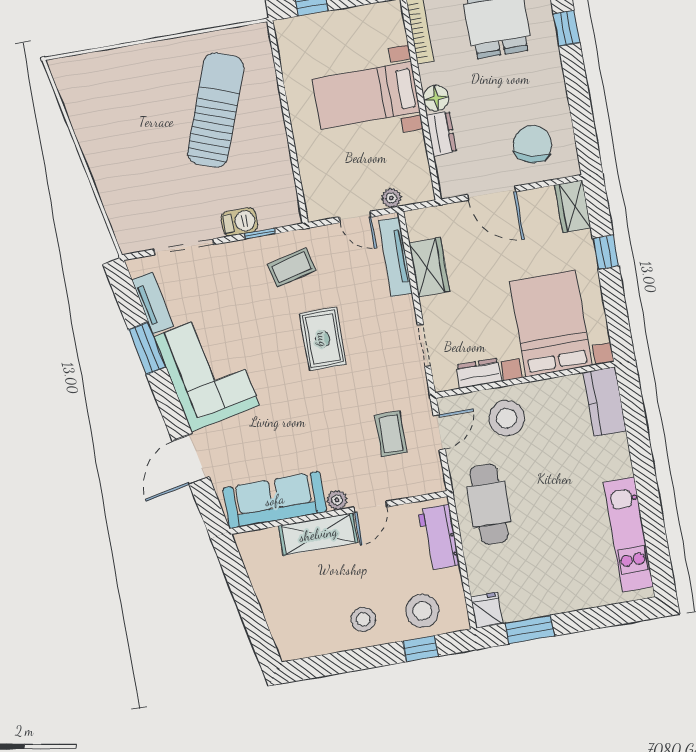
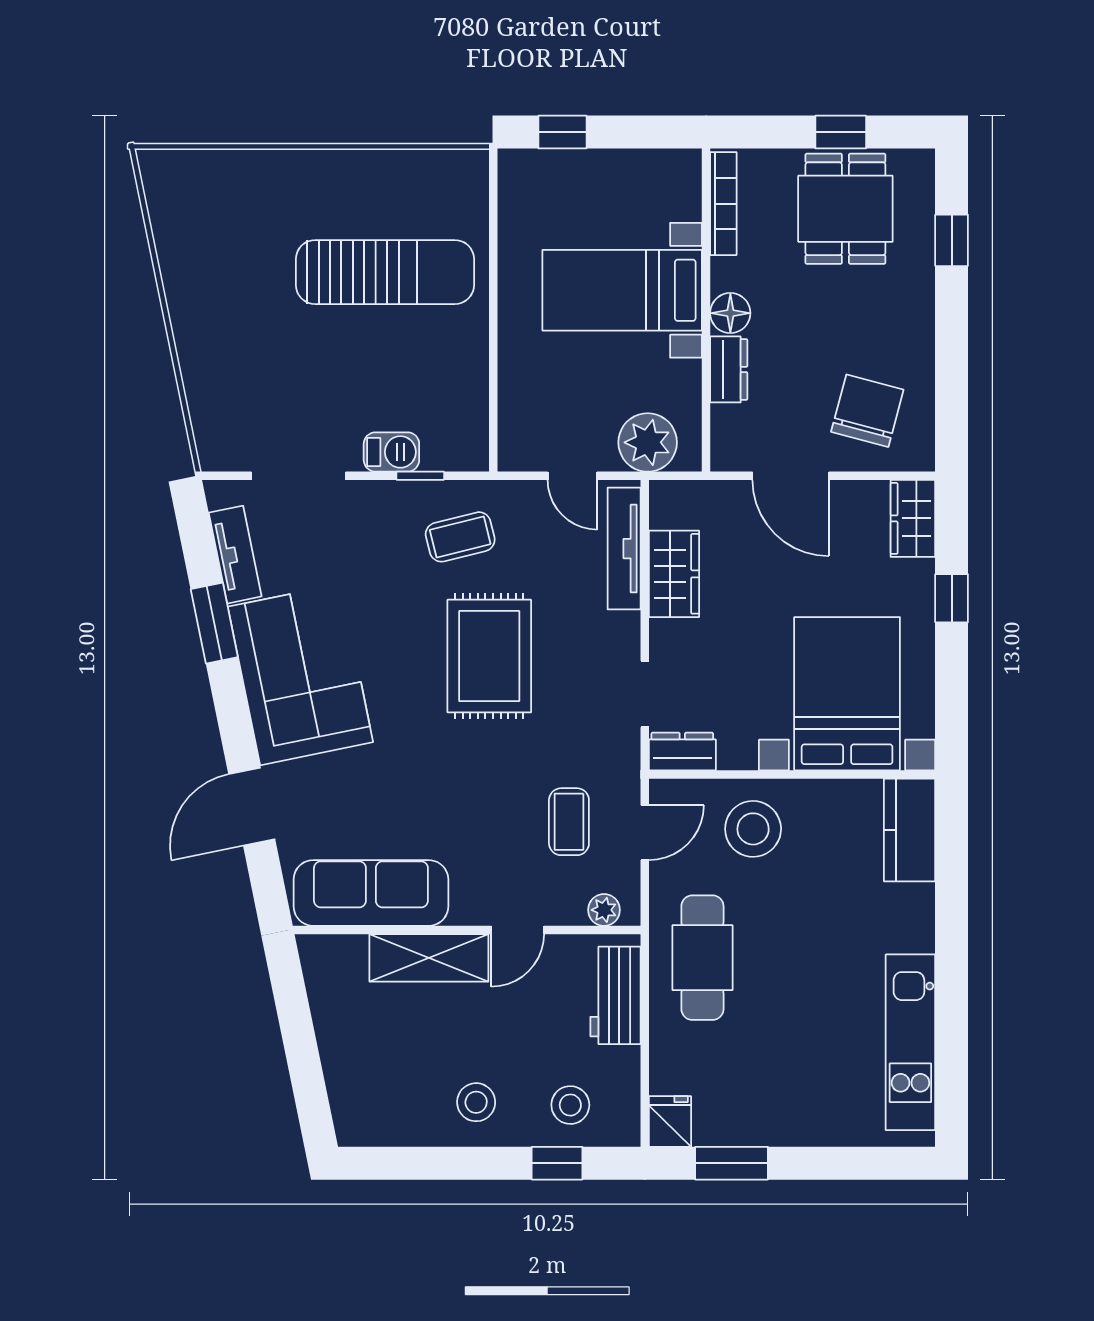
sun lounger: (216, 110) -> (385, 272), turned 70
plant: (391, 198) -> (648, 442), width x1.88, depth x1.88
rug: (323, 339) -> (489, 656), width x1.36, depth x1.43
dresser: (479, 373) -> (682, 752), moved
plant: (337, 500) -> (604, 910), moved
stool: (422, 611) -> (570, 1105), width x0.73, depth x0.73

